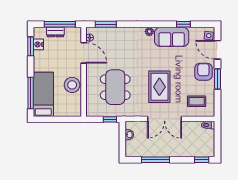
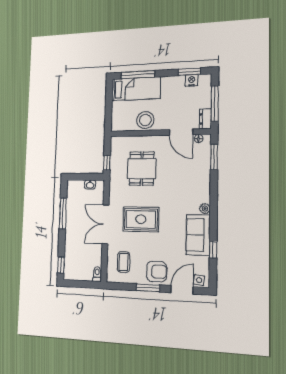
dresser: (55, 32) -> (205, 119), moved
door: (84, 53) -> (181, 132), hinge flipped
dining table: (115, 87) -> (142, 169), width x0.73

